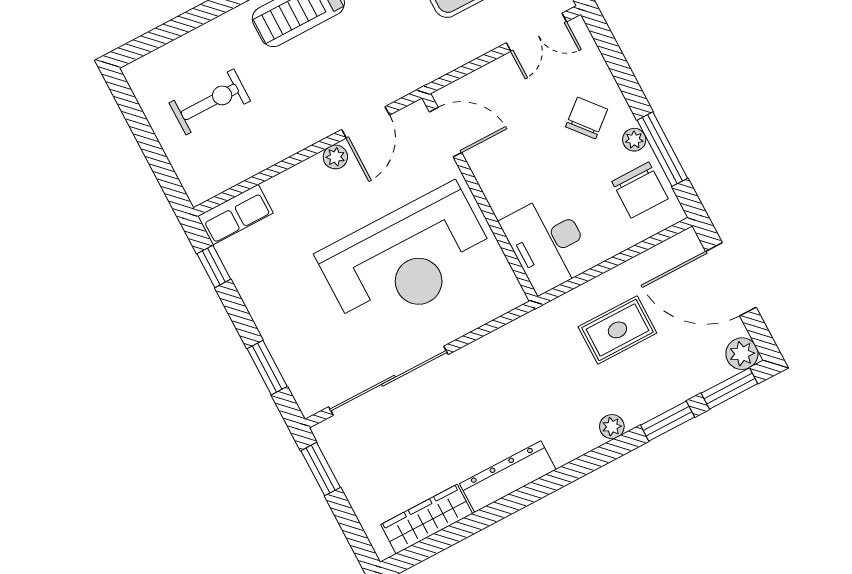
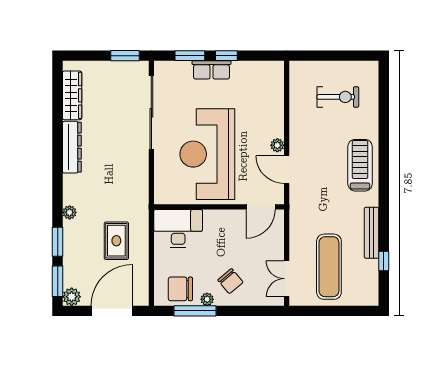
exercise bike: (210, 102) -> (338, 97), turned -90
row of seats: (235, 215) -> (211, 70), moved, turned -90
window: (214, 266) -> (226, 56), moved

